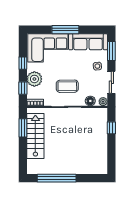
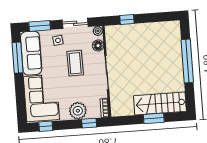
window: (65, 30) -> (18, 58), moved
window: (23, 63) -> (46, 126), moved
coffee table: (67, 86) -> (75, 63), moved
window: (23, 128) -> (154, 118), moved
stairs: (35, 136) -> (160, 104), moved
window: (57, 178) -> (187, 61), moved

